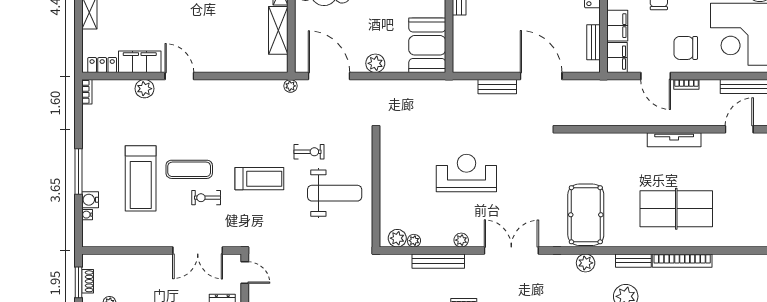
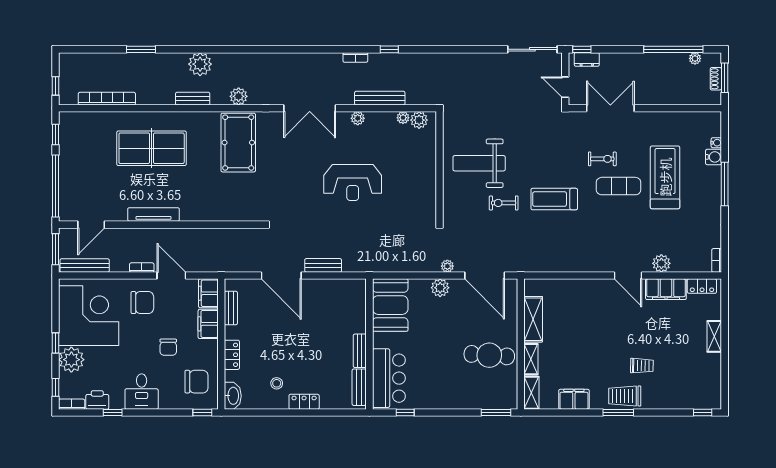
plant: (290, 86) -> (447, 266), moved
treadmill: (259, 179) -> (554, 199), moved
bookcase: (682, 261) -> (107, 99), moved

